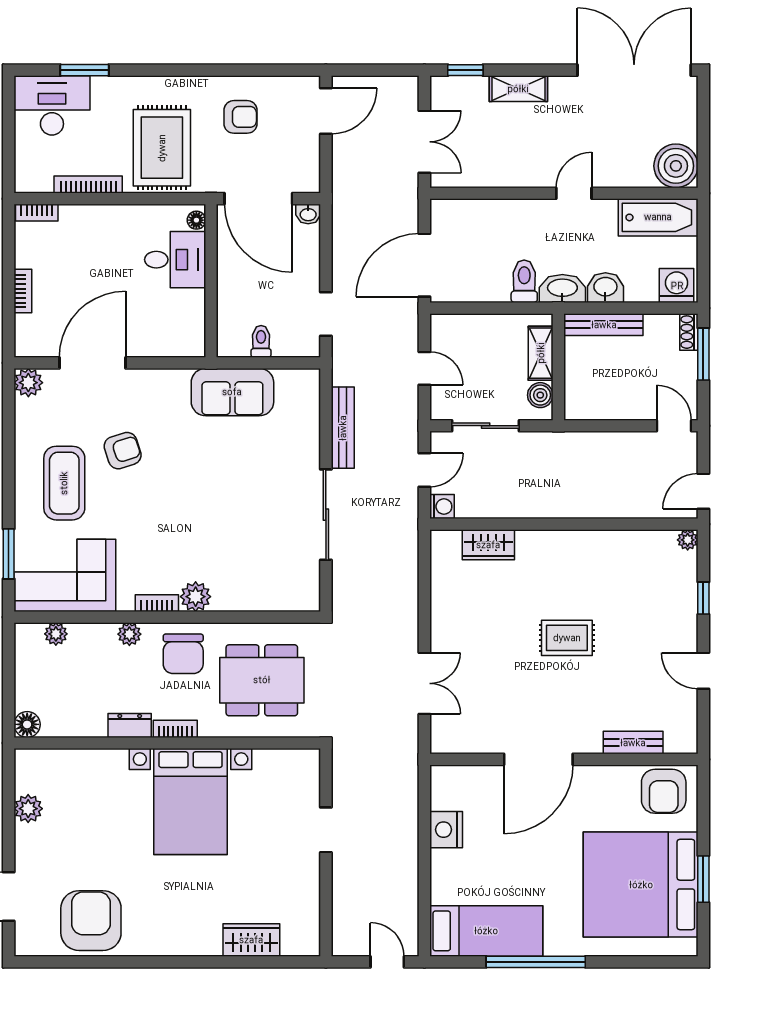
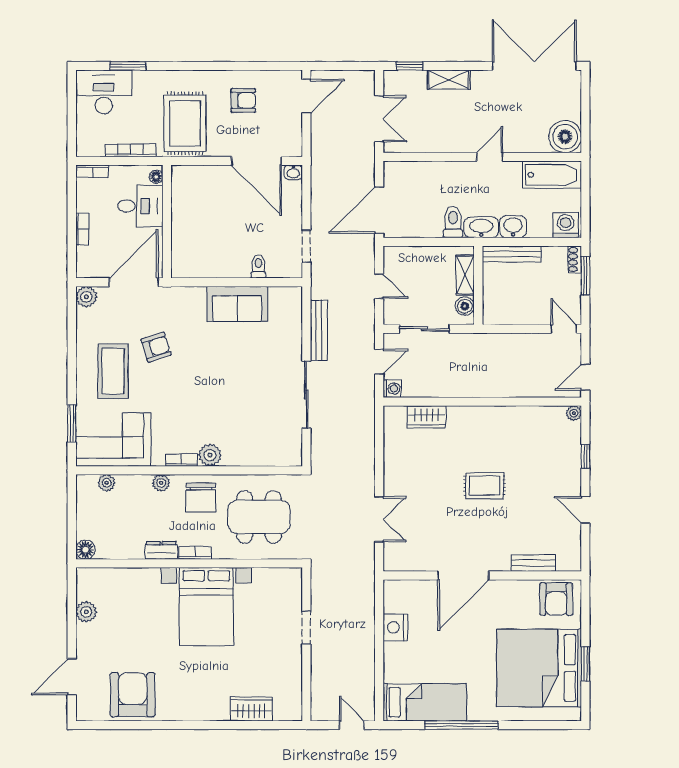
floor lamp: (196, 220) -> (156, 177), moved
desk: (175, 260) -> (140, 206), moved
wall: (211, 281) -> (167, 222), moved

